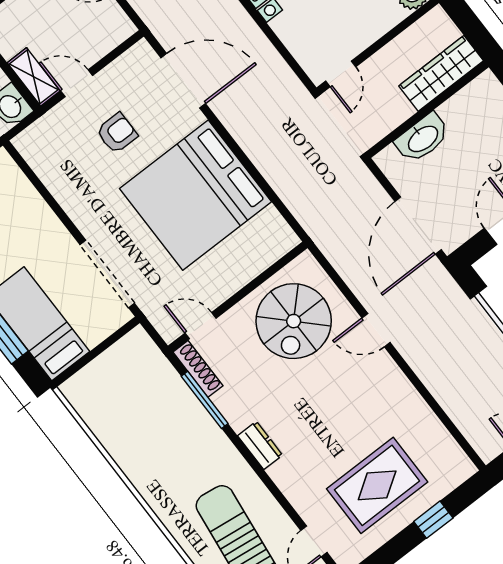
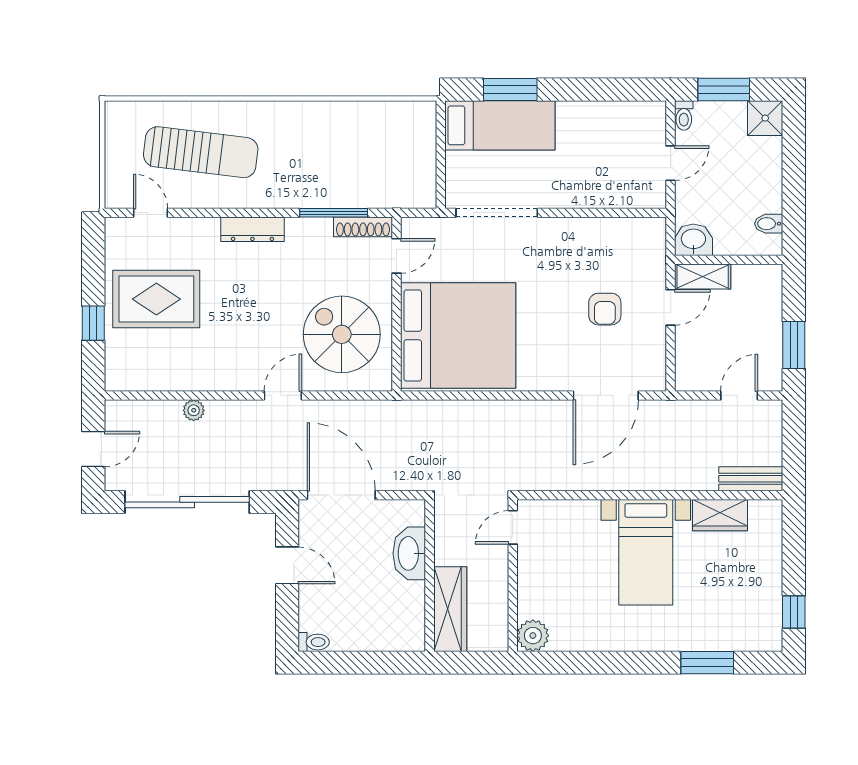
door: (341, 74) -> (513, 527), hinge flipped
bed: (195, 195) -> (458, 336), moved, turned 90
plant: (441, 390) -> (194, 410), added
dresser: (260, 445) -> (252, 229), width x1.44
rug: (377, 485) -> (156, 299), turned 90

